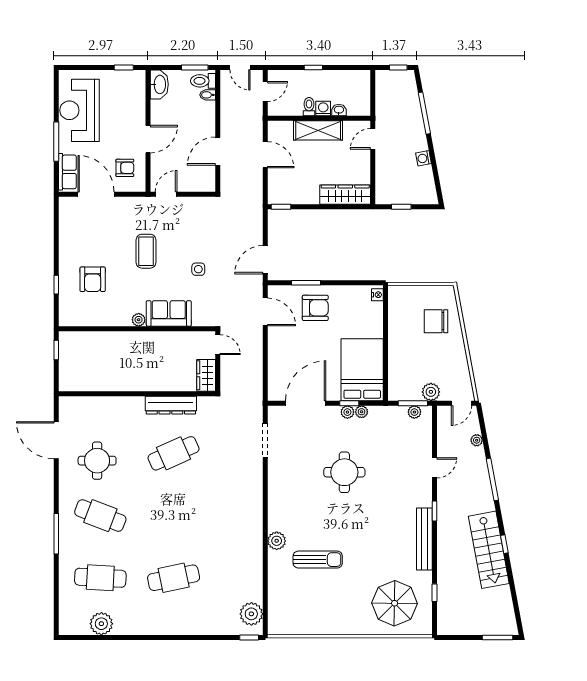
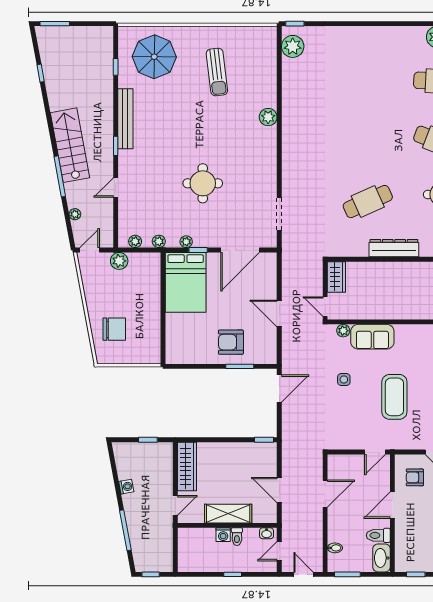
toilet: (203, 81) -> (378, 535), moved, turned 180
washbasin: (339, 110) -> (267, 533), moved
wardrobe: (345, 195) -> (187, 466), moved, turned -90
coffee table: (146, 251) -> (394, 397), width x1.36, depth x1.32
nightstand: (377, 295) -> (171, 355), removed
door: (265, 312) -> (279, 313), moved
plant: (139, 320) -> (343, 331), moved
window: (413, 403) -> (136, 250), removed
dresser: (171, 405) -> (394, 248), moved
plant: (347, 412) -> (159, 241), moved
window: (504, 544) -> (41, 73), moved
stairs: (489, 550) -> (70, 145), moved
sun lounger: (318, 560) -> (217, 72), moved, turned -97
cafe table: (174, 578) -> (368, 81), removed

